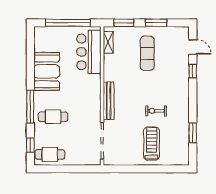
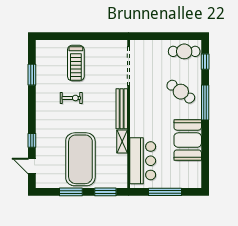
window: (68, 23) -> (165, 192), width x0.68
shelving: (108, 42) -> (122, 142), moved
exercise mat: (147, 53) -> (80, 159), width x2.00, depth x1.45
cafe table: (53, 117) -> (181, 92), turned 36

